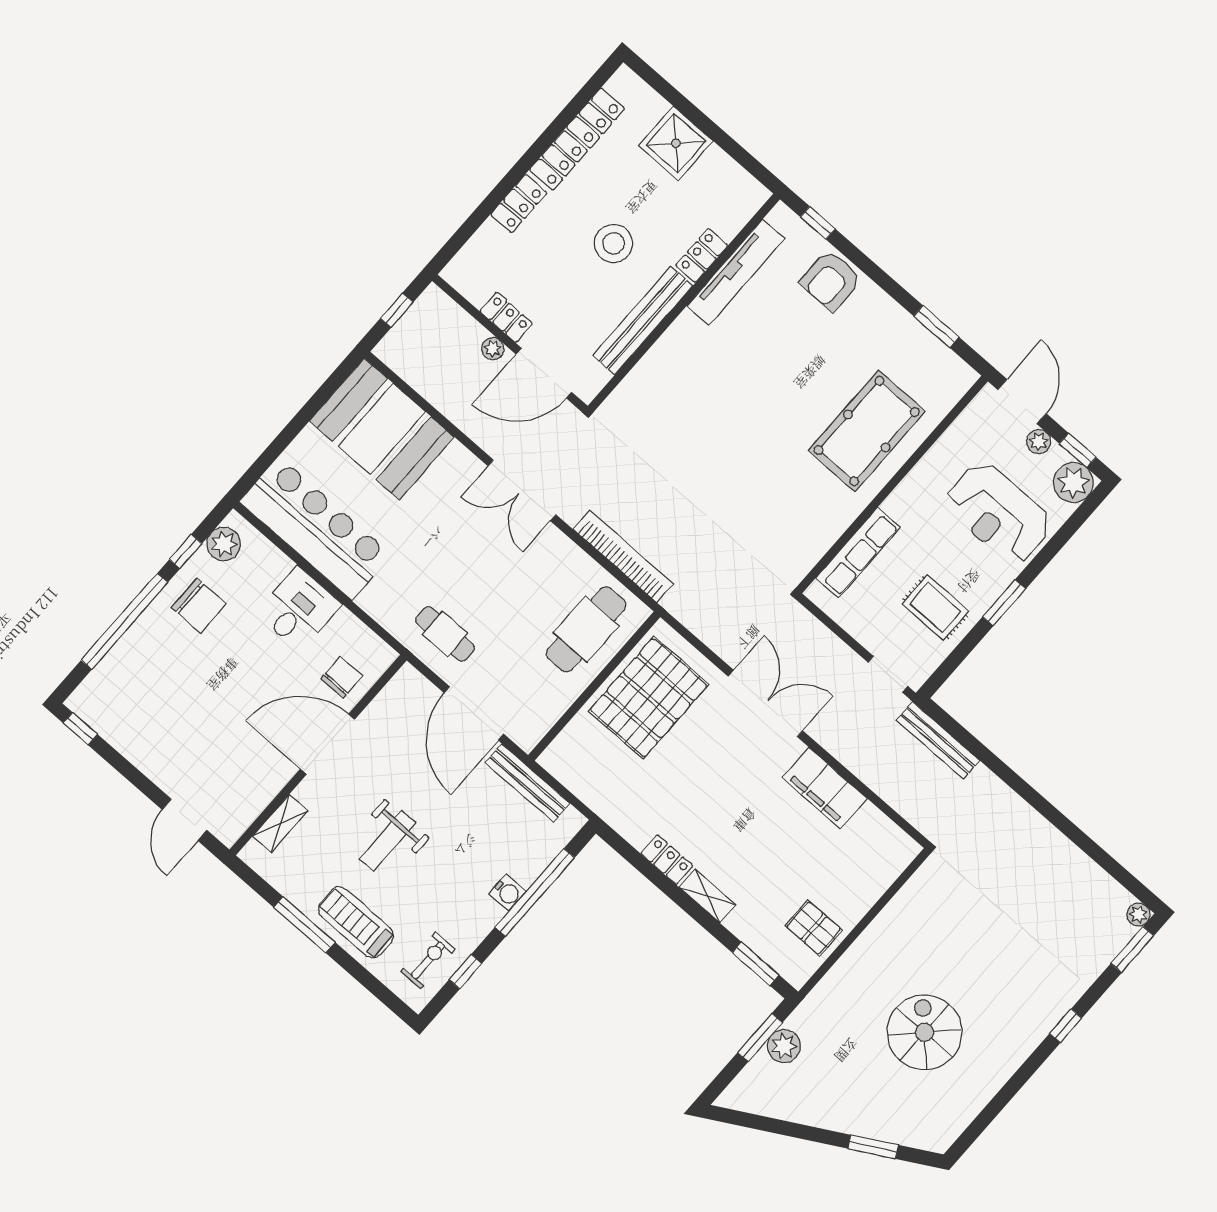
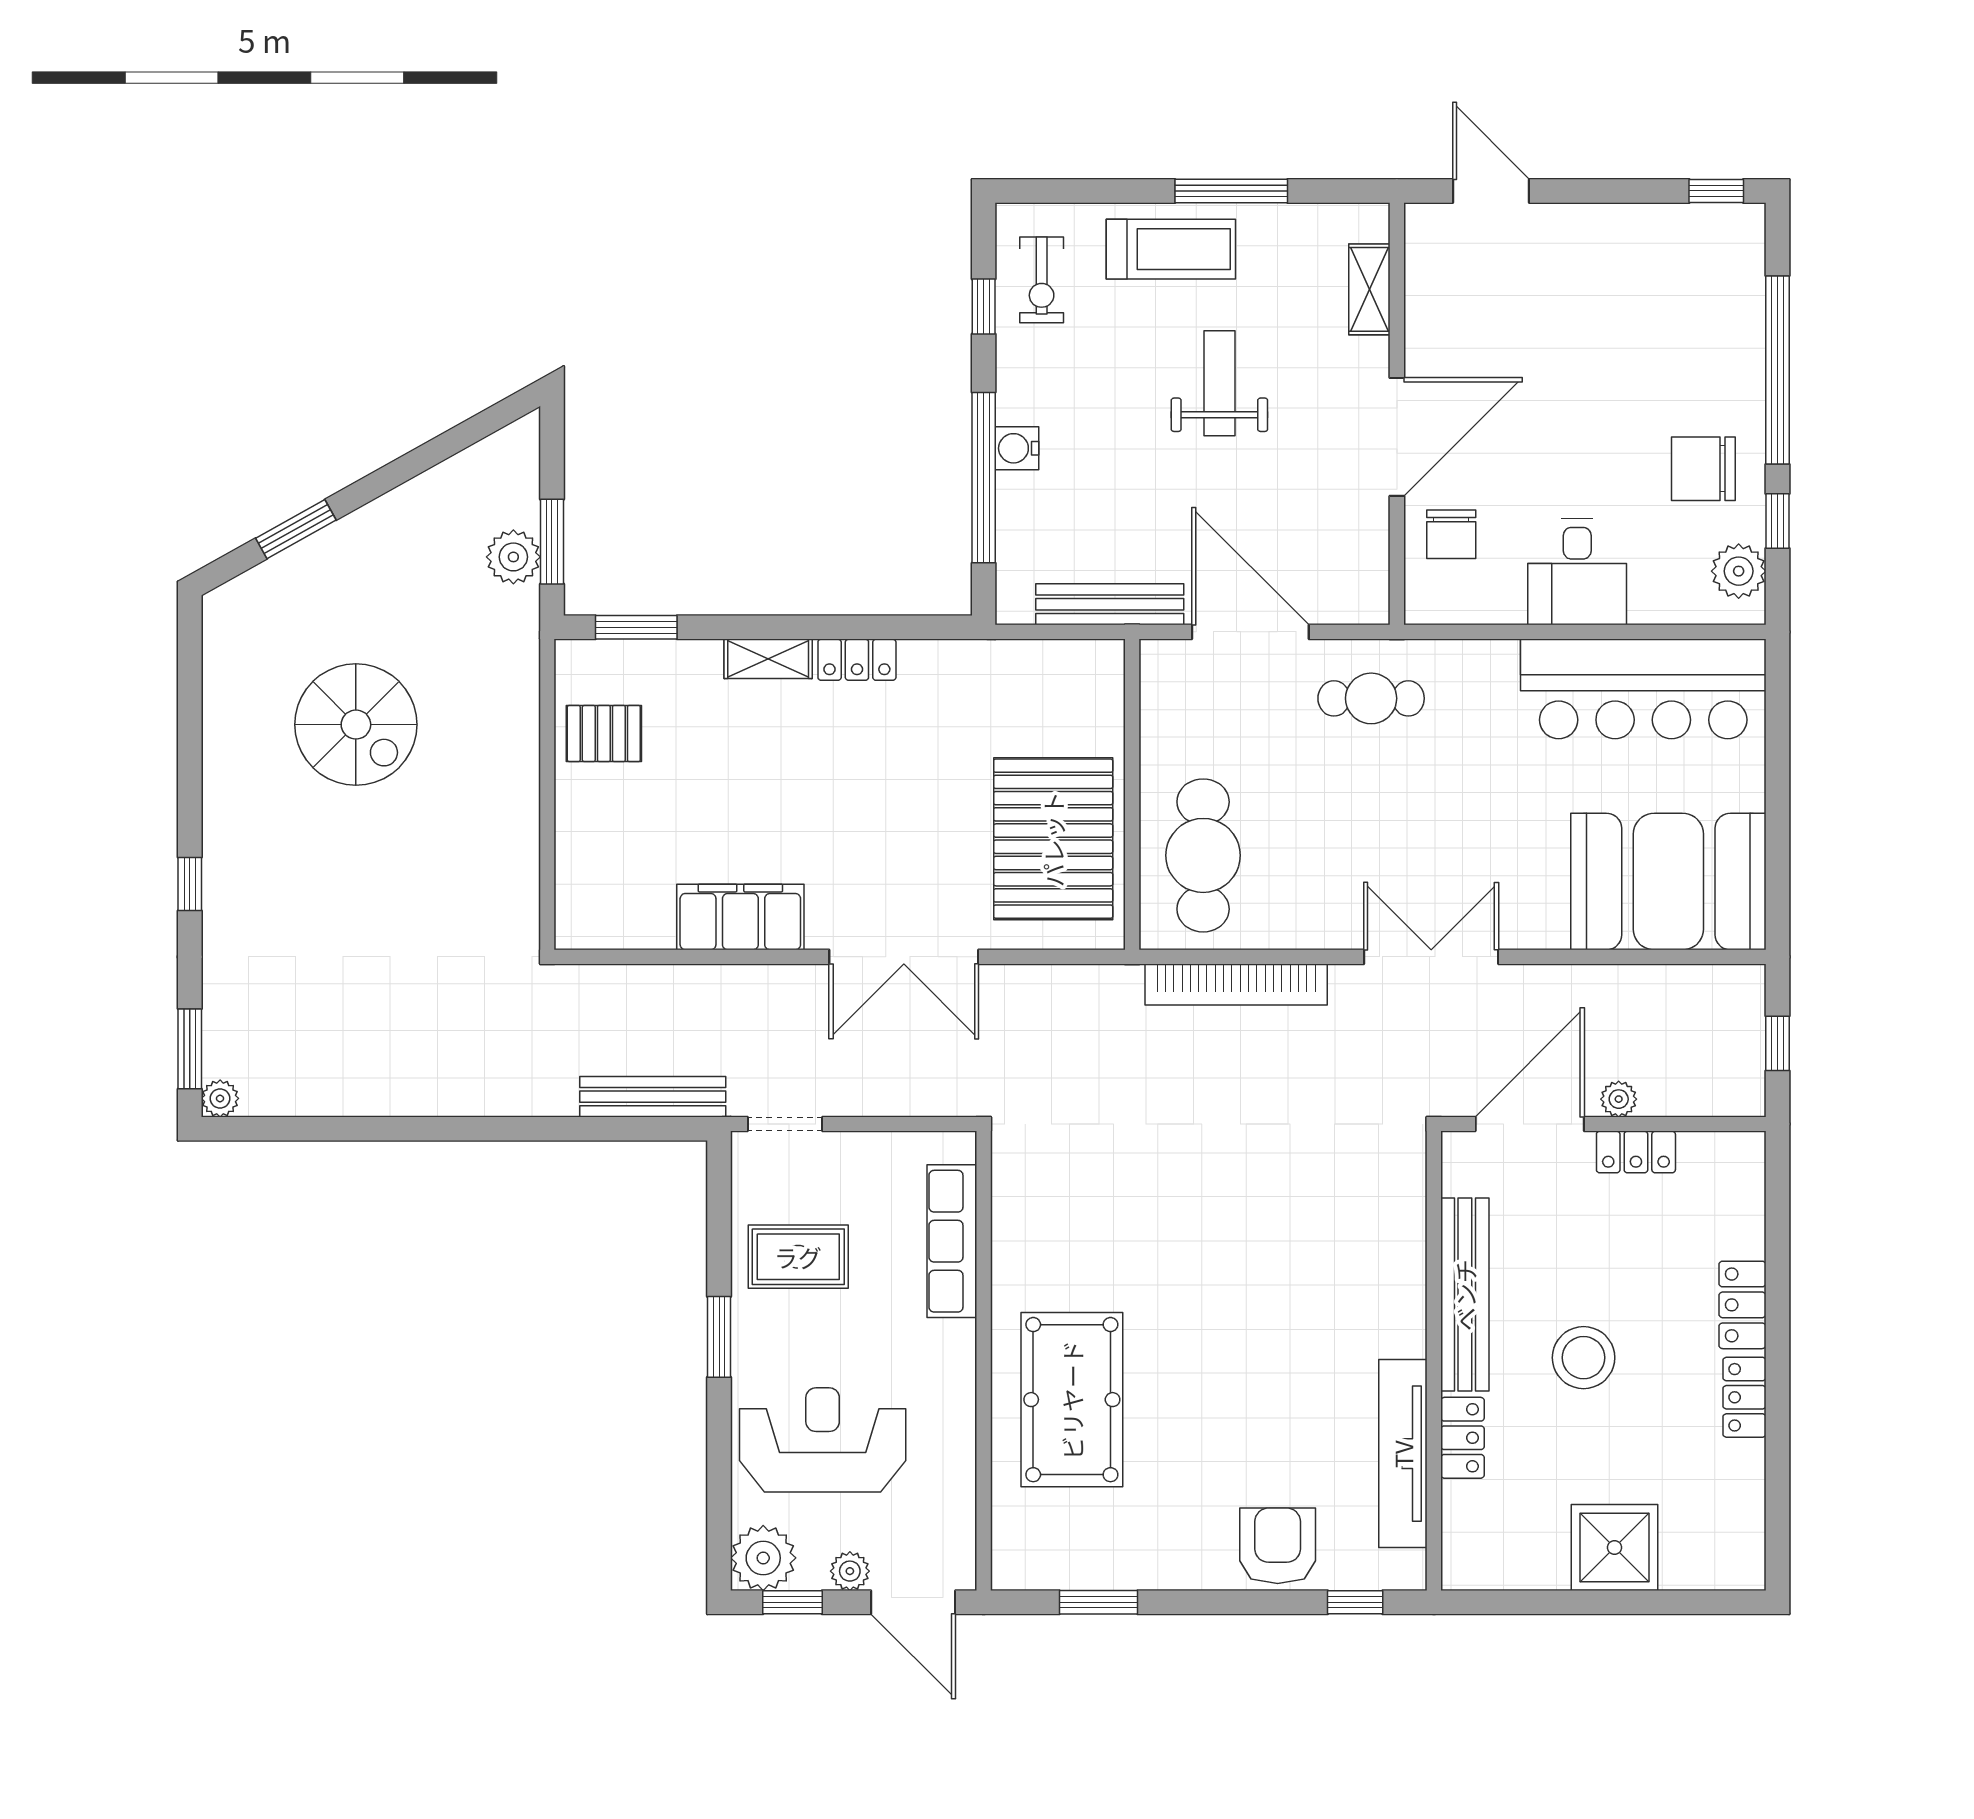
locker: (577, 139) -> (1744, 1397), width x0.46, depth x0.83

